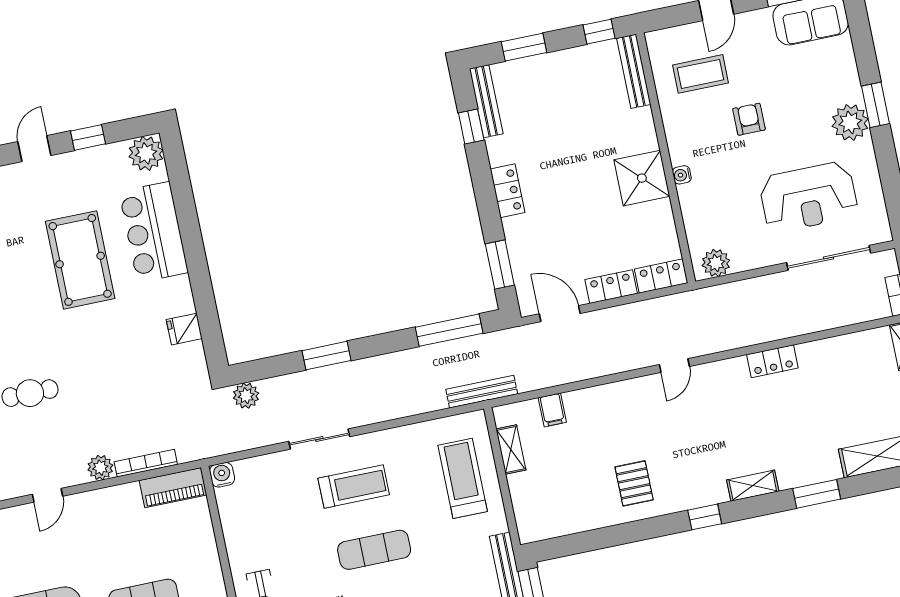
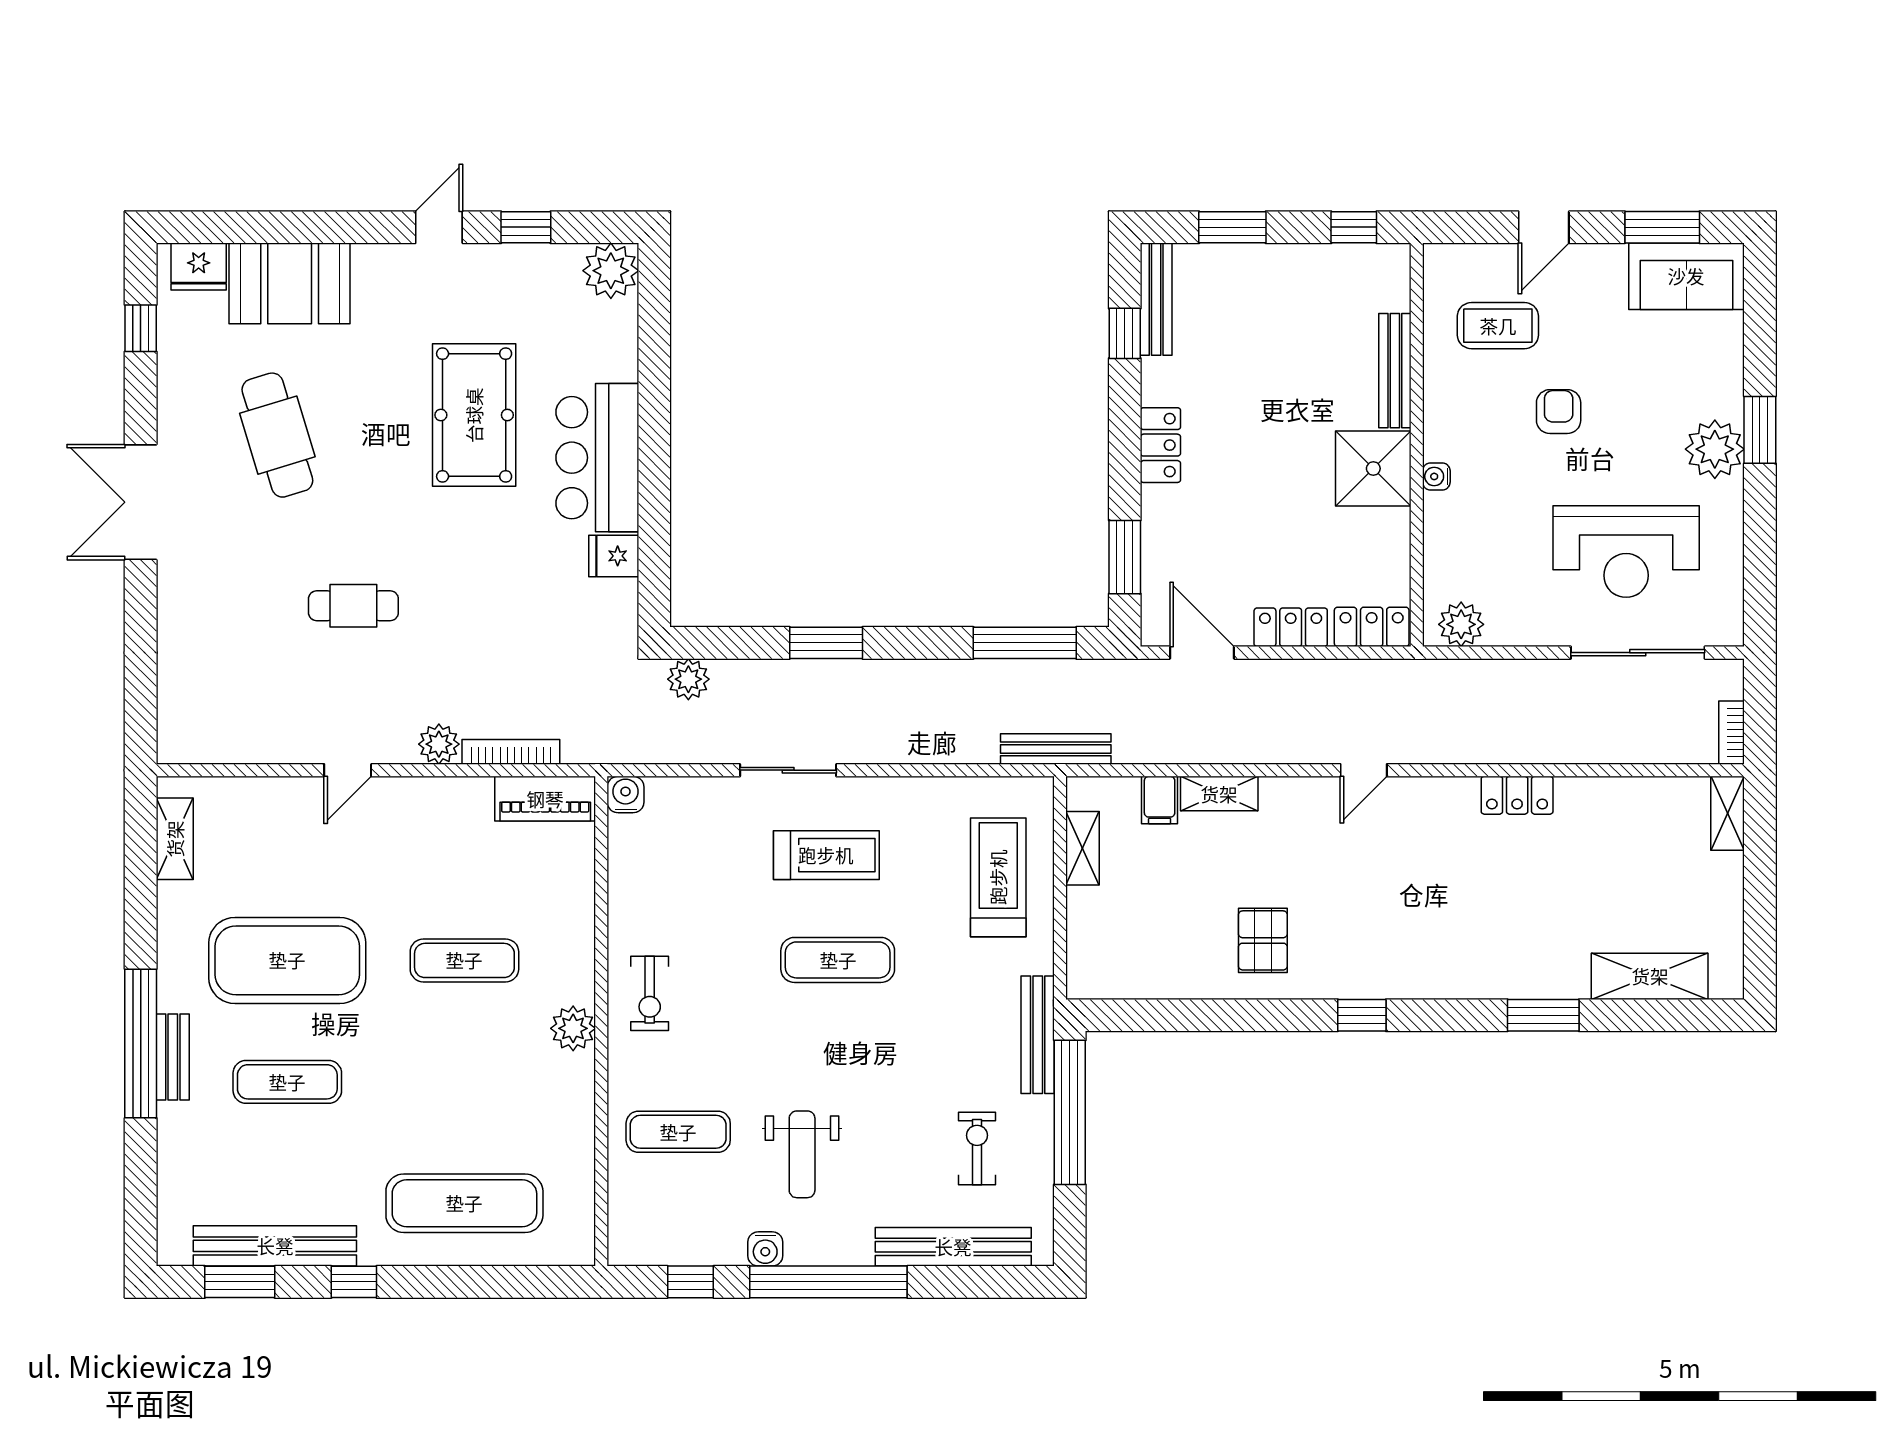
bench: (634, 71) -> (1395, 371), moved
bar counter: (154, 232) -> (597, 458), moved
shelving: (753, 486) -> (1219, 794), moved

